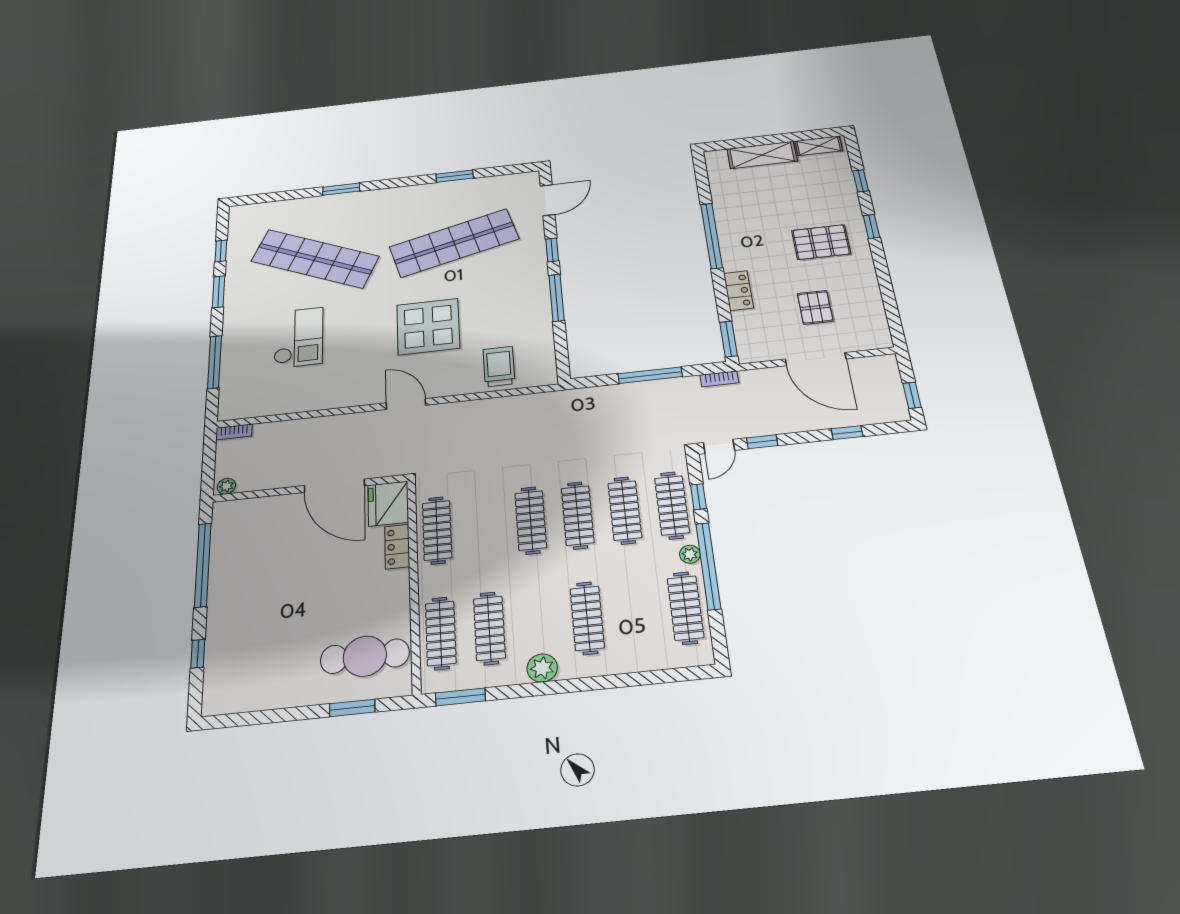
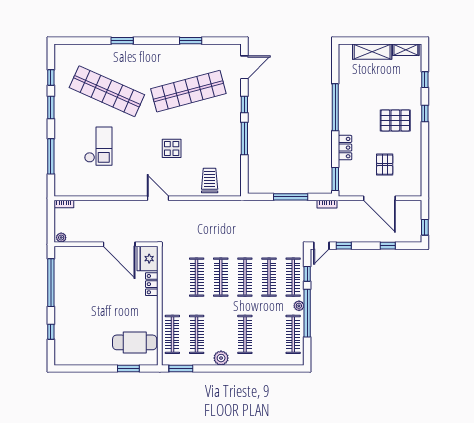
display table: (428, 327) -> (172, 148), width x0.54, depth x0.54
clothes rail: (437, 530) -> (197, 277), moved

